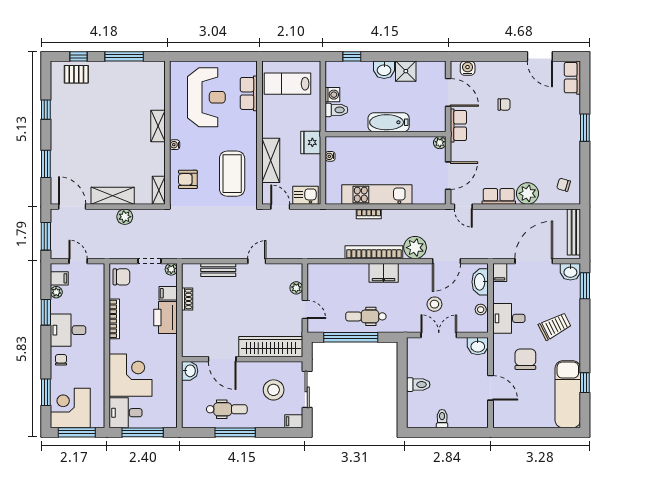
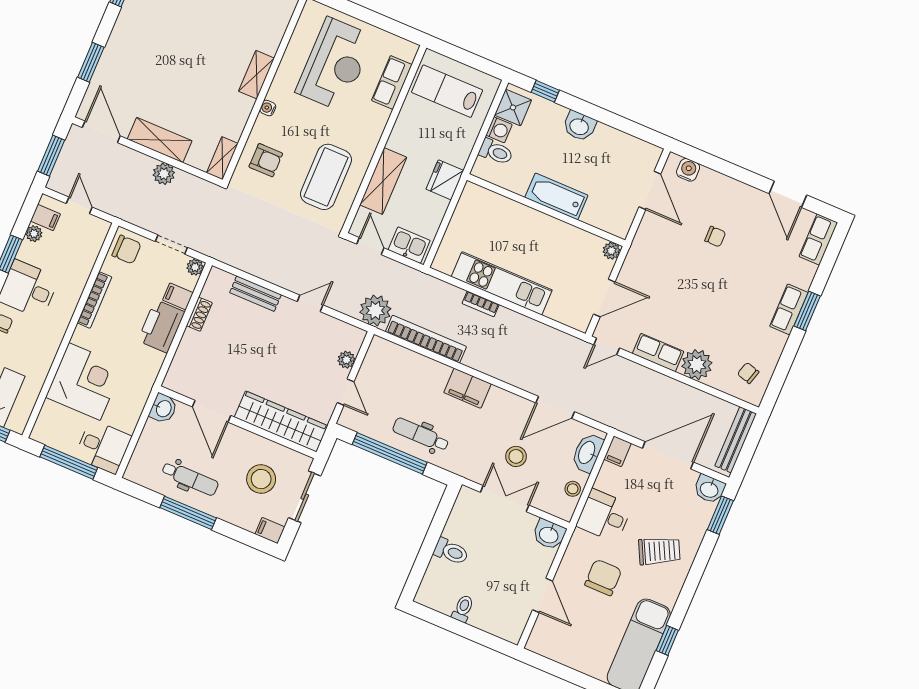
shower: (406, 71) -> (513, 107), moved
row of seats: (458, 125) -> (789, 309), moved, turned 180
water cooler: (330, 156) -> (462, 208), removed
armchair: (188, 179) -> (266, 160), turned 180
door: (463, 207) -> (607, 346), hinge flipped
plant: (415, 248) -> (375, 310), moved
bookcase: (374, 252) -> (426, 339), moved
desk: (126, 413) -> (103, 447), moved, turned 180

